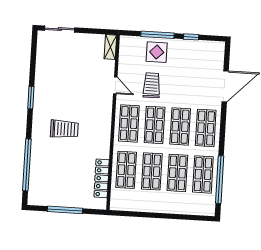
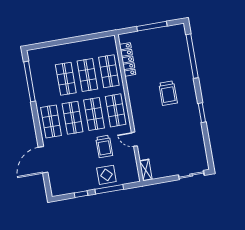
trolley: (64, 129) -> (168, 93), turned -90
shop shelf: (203, 174) -> (44, 82), removed

